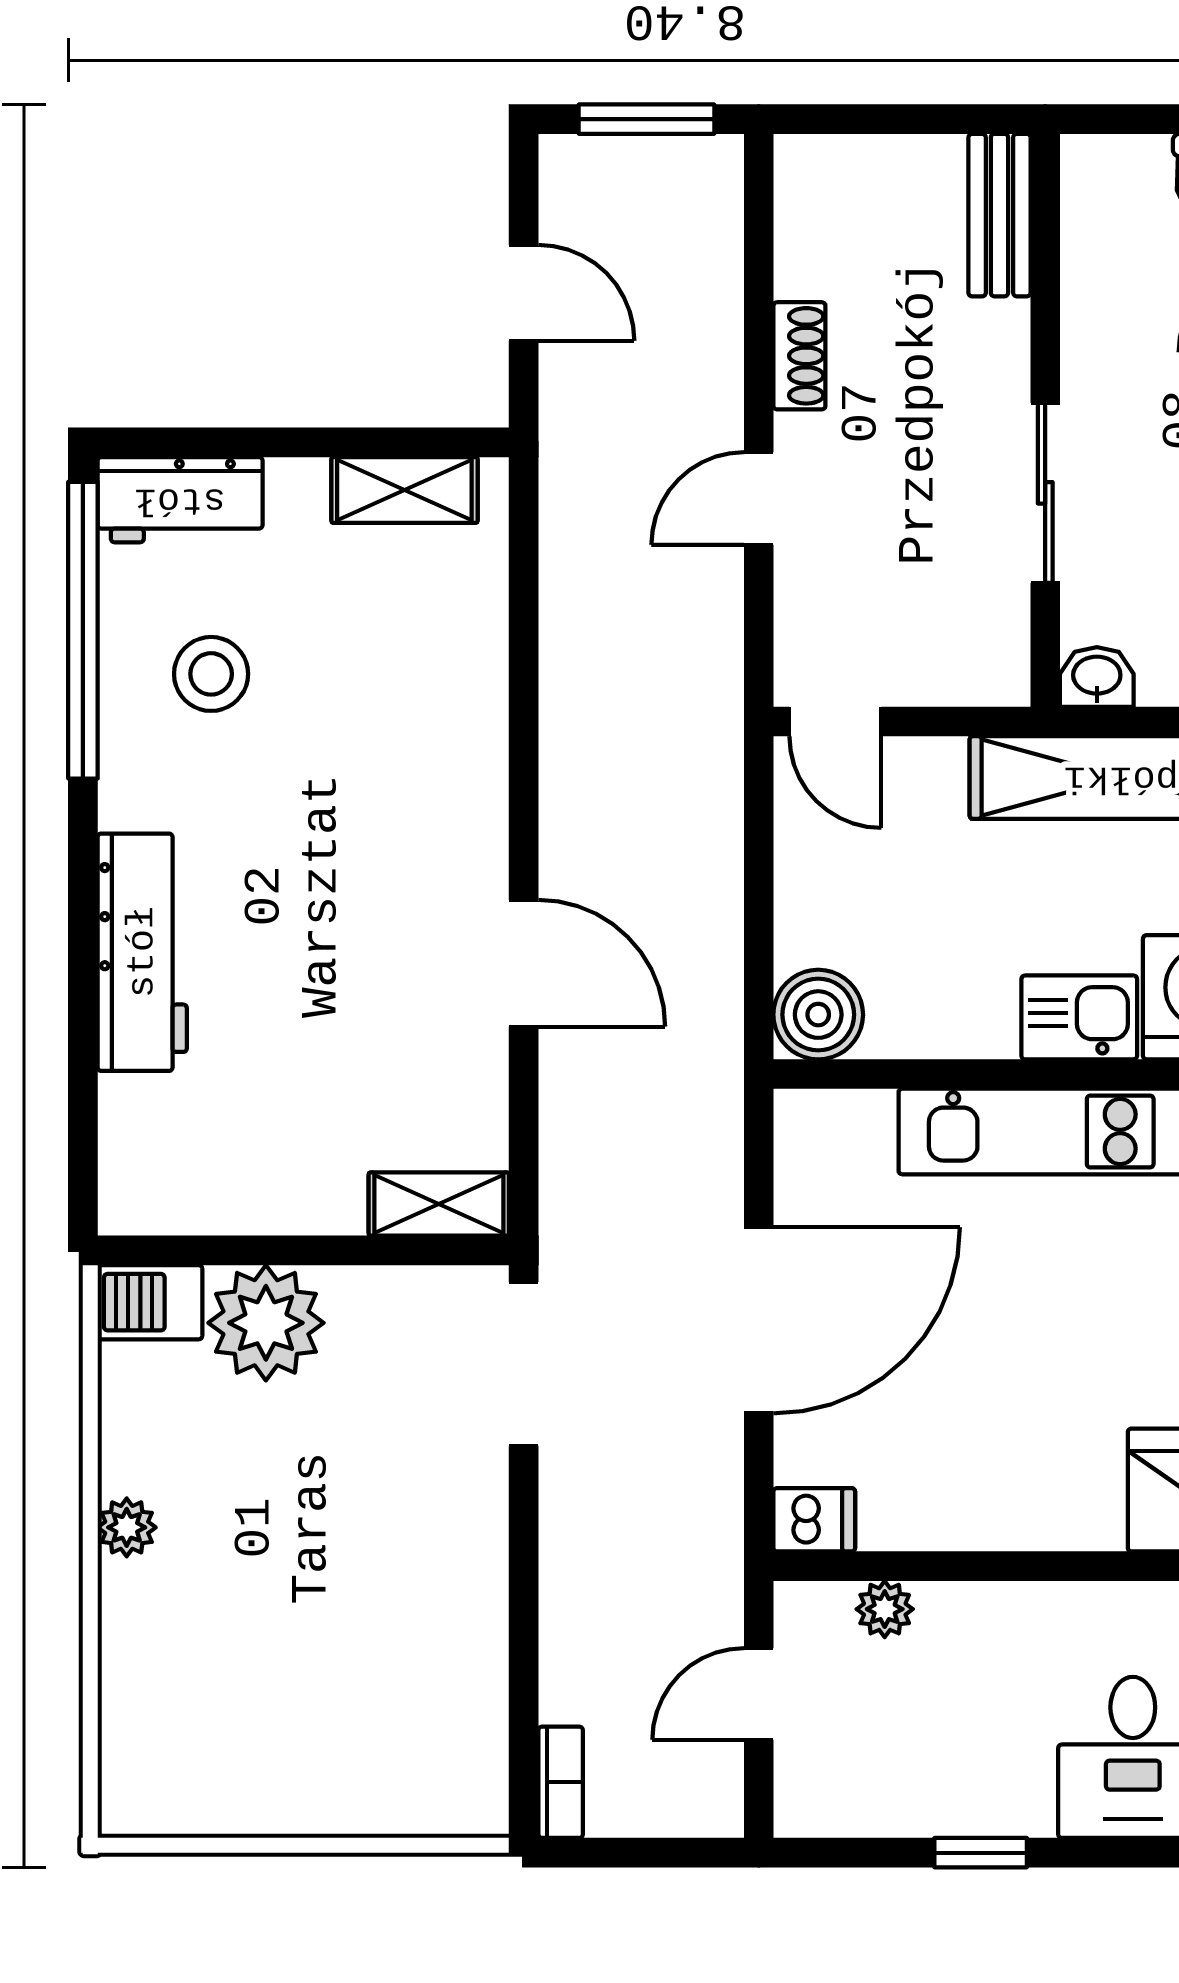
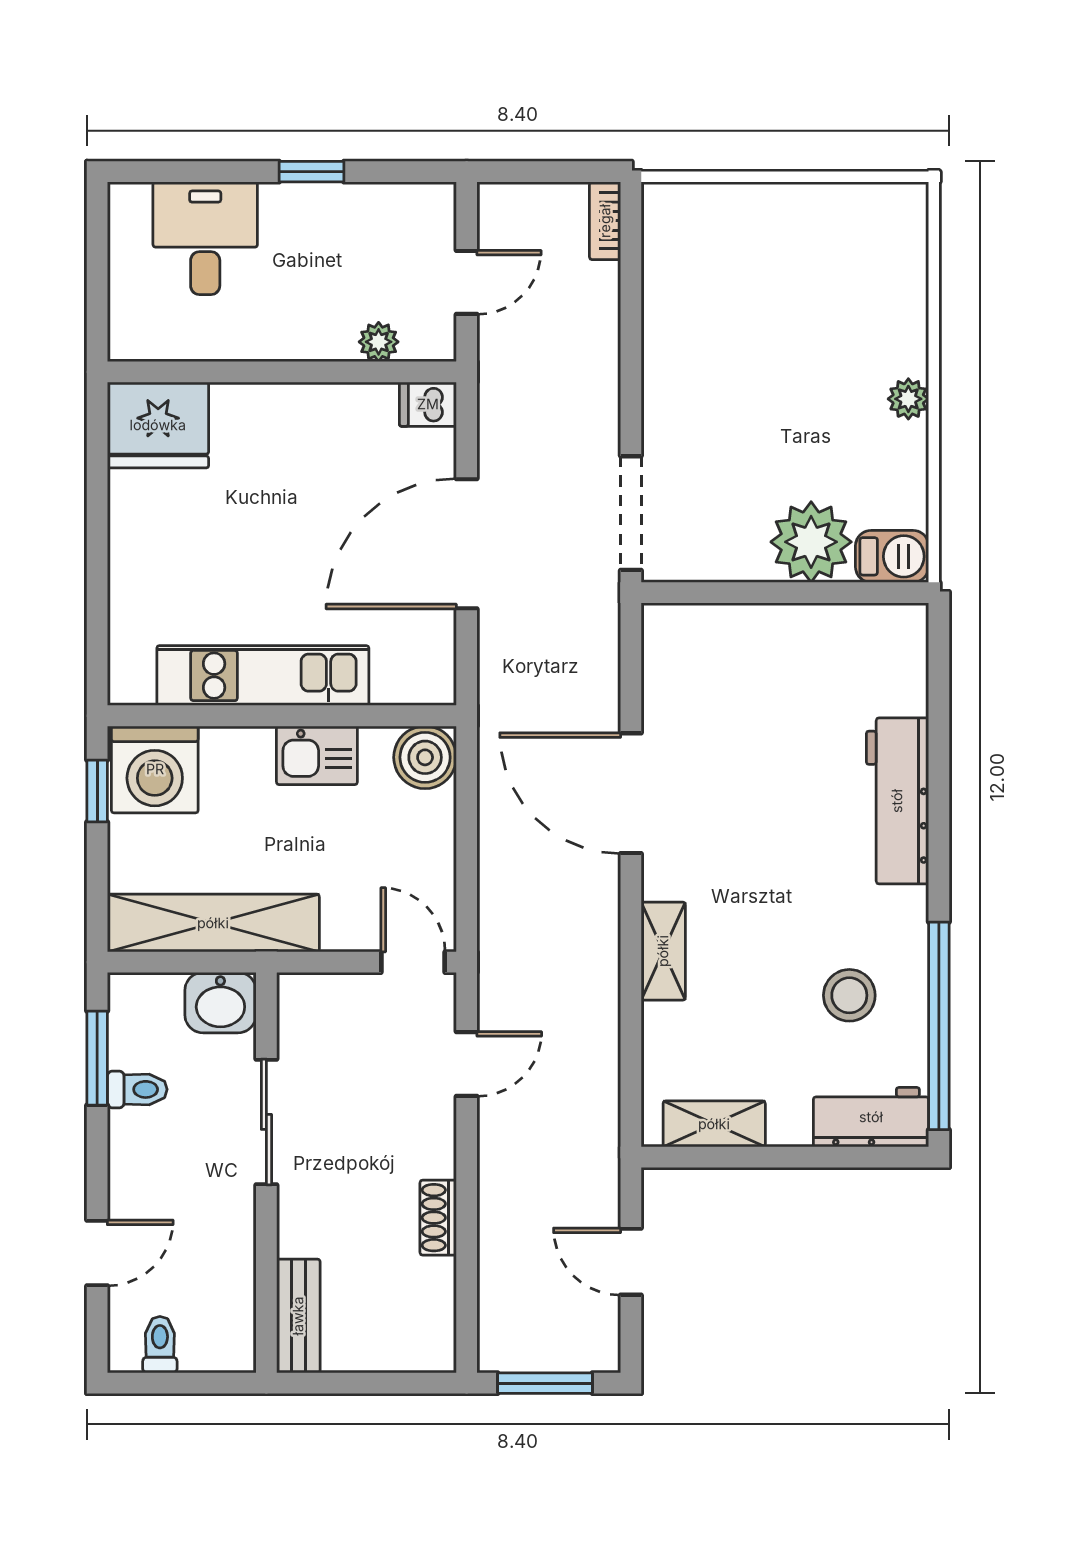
door: (759, 499) -> (467, 1064), moved
washbasin: (1097, 677) -> (220, 1003), width x1.38, depth x1.45
door: (524, 963) -> (631, 793), width x1.36
kitchen sink: (1079, 1017) -> (317, 755), moved
shelving: (439, 1204) -> (663, 951), moved, turned 90

